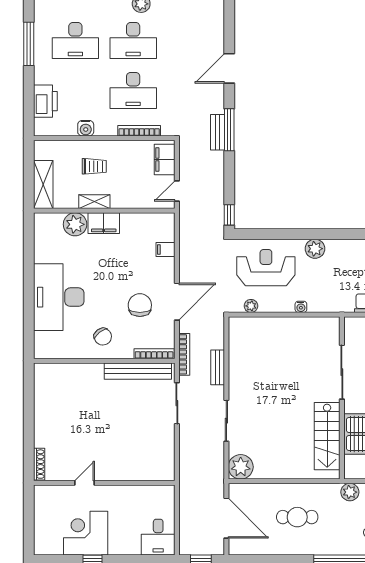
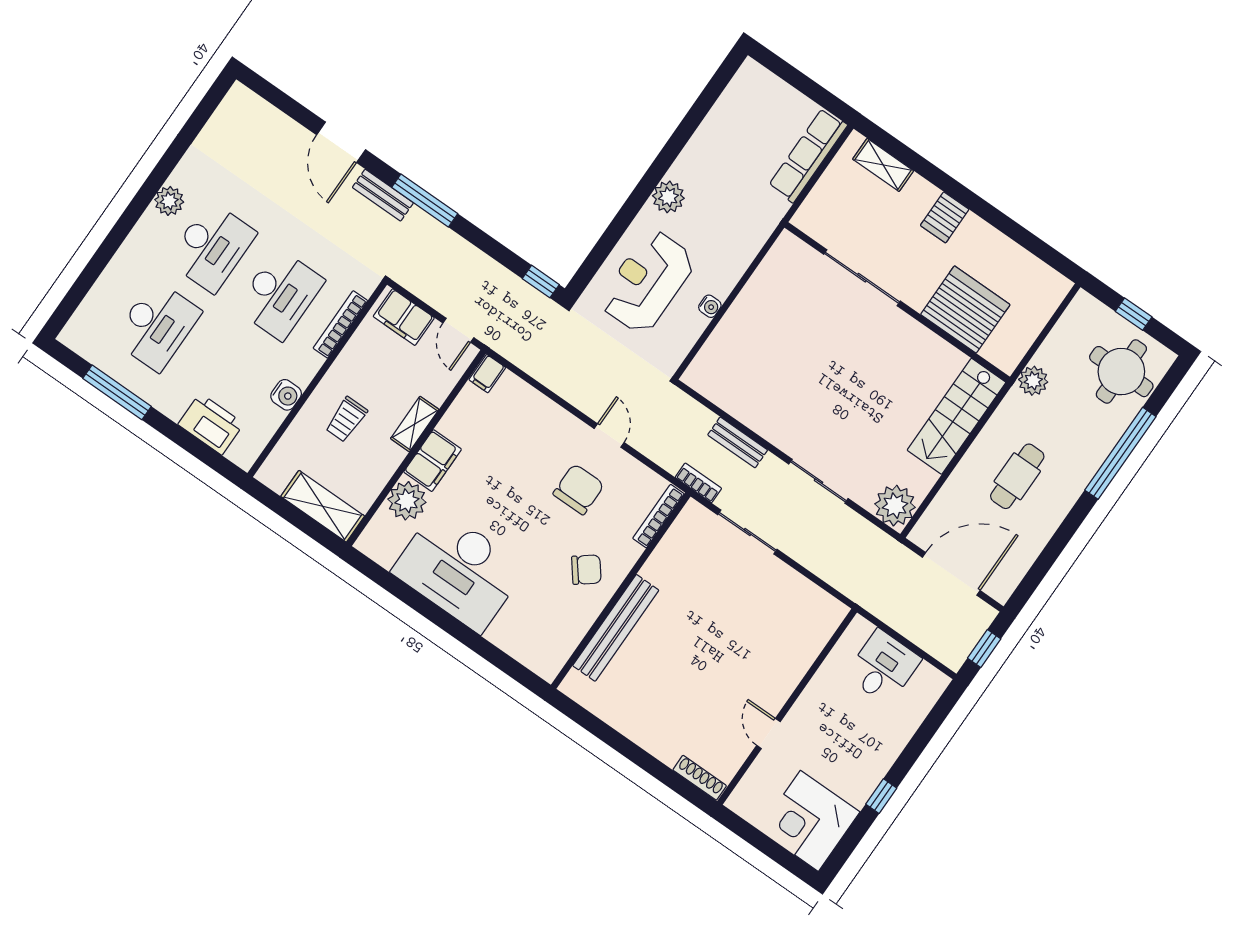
bench: (218, 132) -> (383, 195), moved
trolley: (94, 166) -> (346, 419), turned 180
shelving: (94, 202) -> (415, 424), moved
filing cabinet: (165, 250) -> (487, 374), moved
desk: (59, 297) -> (459, 570), moved
door: (177, 302) -> (609, 435), width x0.53
chair: (140, 305) -> (579, 489), turned 90
plant: (251, 306) -> (685, 339), removed
water cooler: (301, 307) -> (710, 306), moved
bookcase: (184, 354) -> (698, 483), width x0.64
bench: (138, 371) -> (616, 628), moved
stairs: (327, 436) -> (957, 416), moved, turned 90
corner desk: (86, 533) -> (809, 821), moved
desk: (158, 537) -> (883, 667), moved, turned -90

